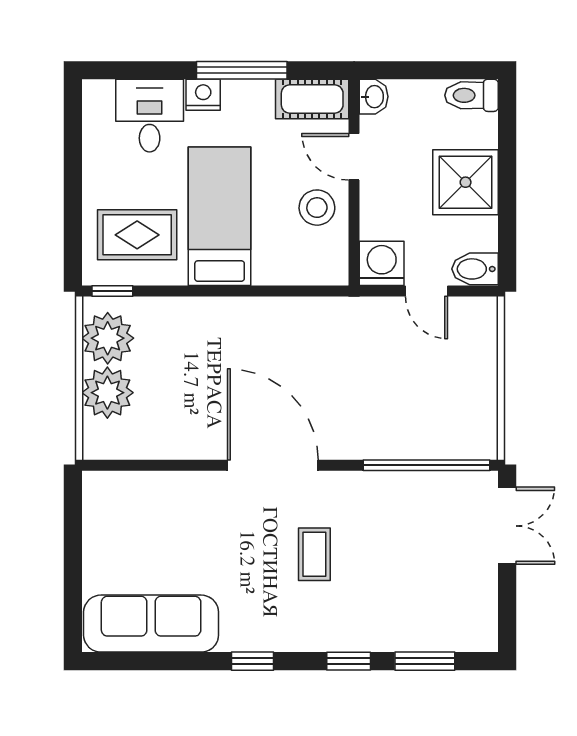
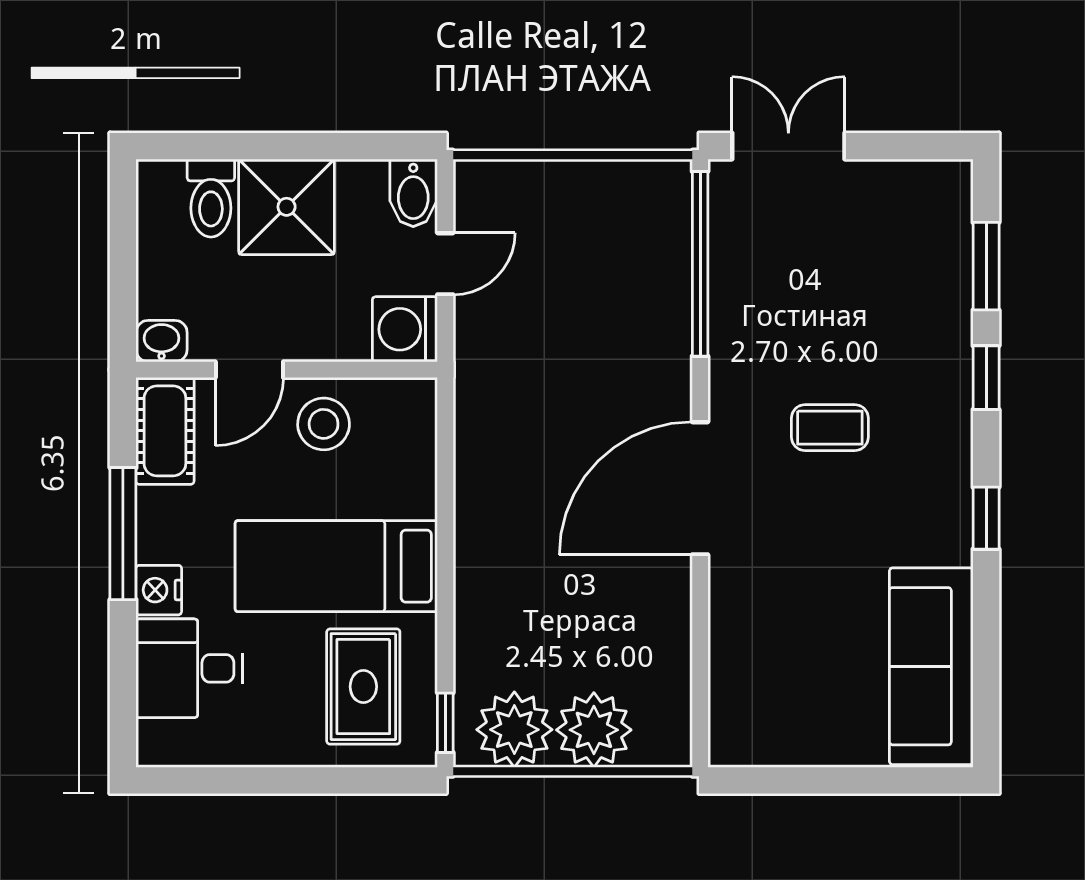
toilet: (472, 95) -> (211, 198), moved

